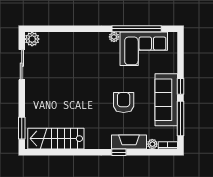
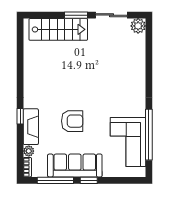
plant: (114, 37) -> (140, 111), removed
window: (22, 128) -> (76, 15), moved
stairs: (56, 139) -> (58, 29), moved, turned 90

